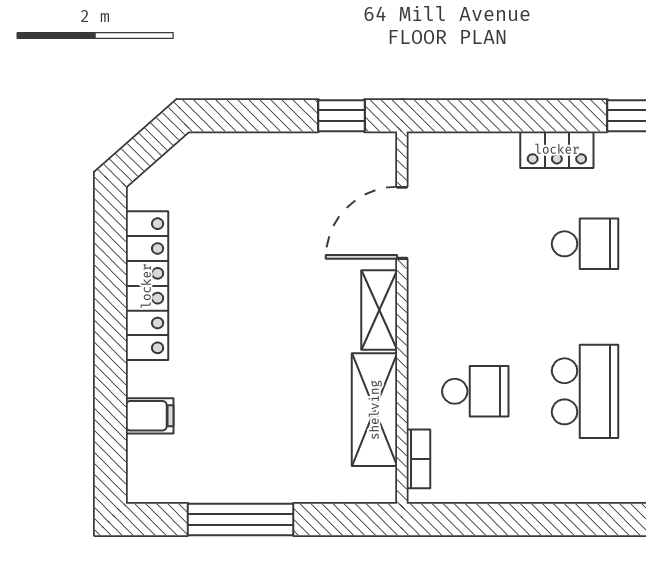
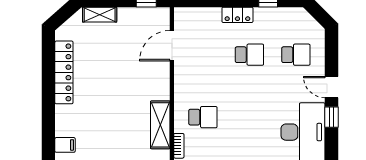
shelving: (379, 310) -> (100, 15), moved, turned 90
school desk: (585, 391) -> (249, 117), removed
filing cabinet: (150, 416) -> (65, 145), moved

